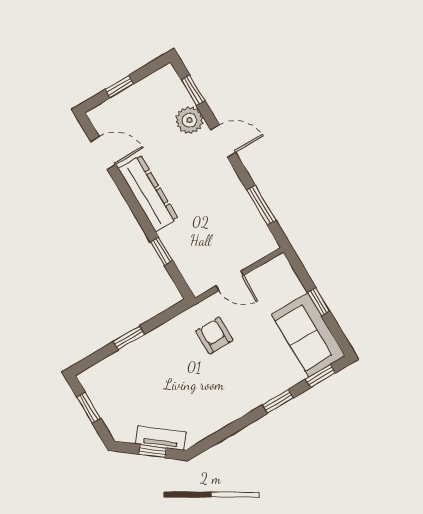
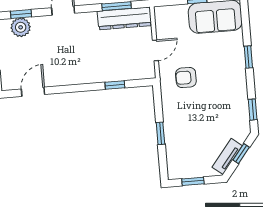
plant: (189, 120) -> (21, 27), moved
dresser: (148, 193) -> (124, 18), moved, turned 180
window: (320, 376) -> (253, 110), moved
tv unit: (161, 438) -> (227, 156), moved

